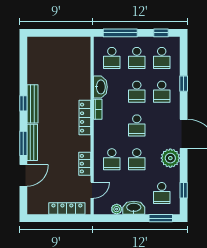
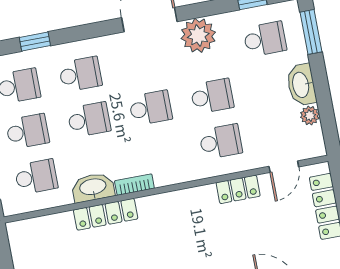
window: (184, 84) -> (35, 42), moved
locker: (85, 118) -> (106, 214), moved
door: (92, 190) -> (284, 167), swing flipped

